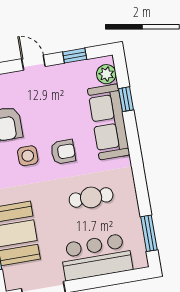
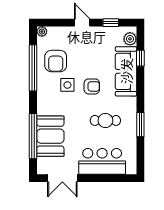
window: (149, 233) -> (140, 125), moved

